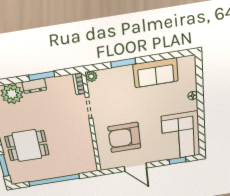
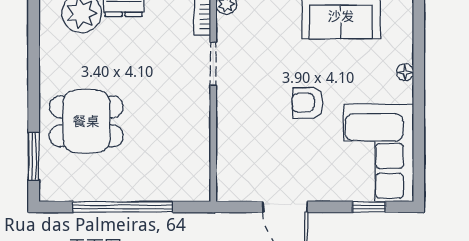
armchair: (124, 137) -> (307, 103), moved, width x0.53, depth x0.53

